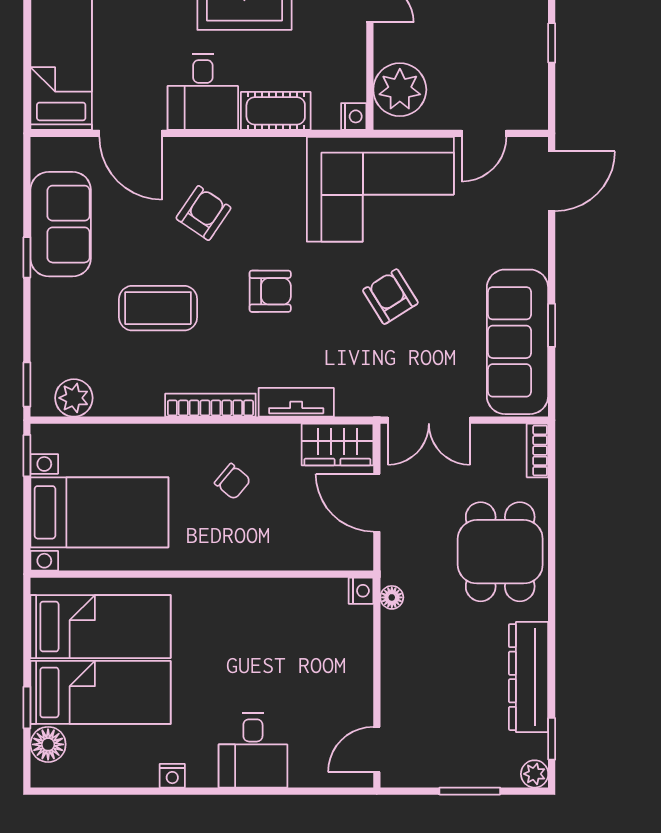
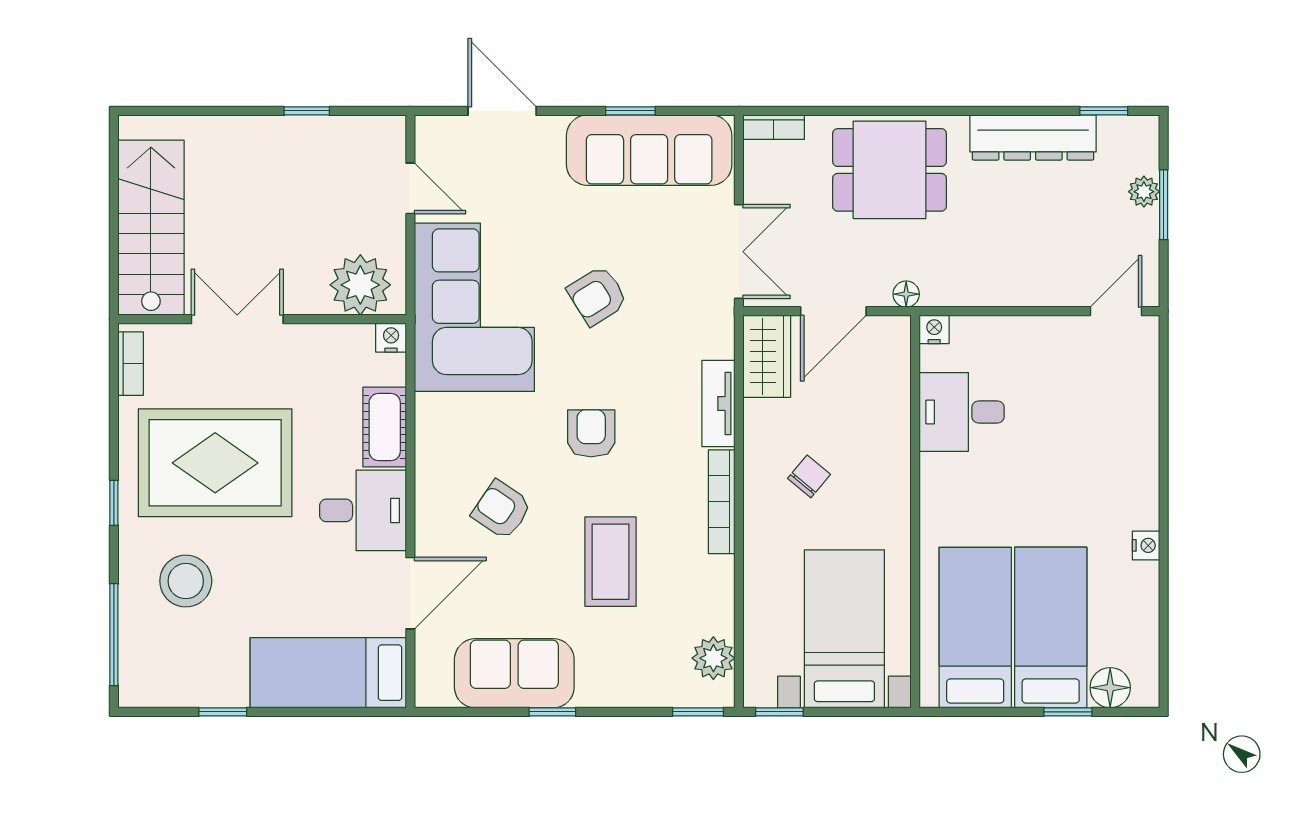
door: (552, 181) -> (502, 111), moved
floor lamp: (392, 597) -> (906, 294), moved
door: (377, 749) -> (1116, 311), swing flipped
desk: (253, 750) -> (962, 412), moved, turned 180
plant: (535, 774) -> (1144, 192), moved

